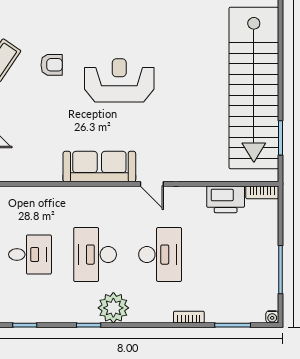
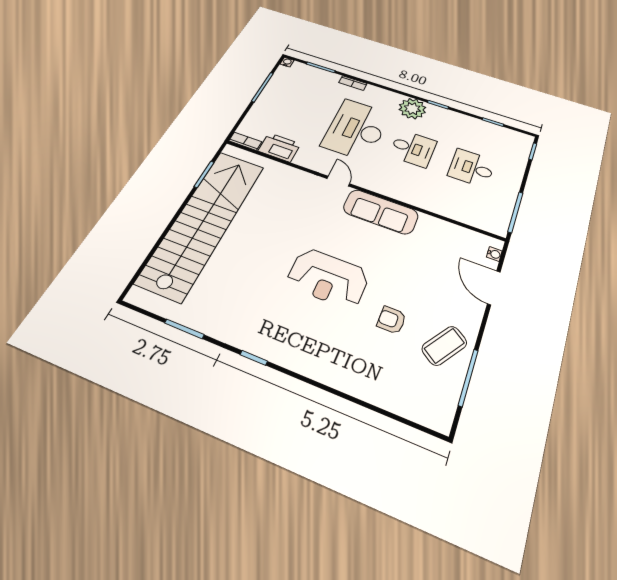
desk: (95, 255) -> (413, 148), width x0.73
desk: (160, 255) -> (356, 129), width x1.36, depth x1.30

